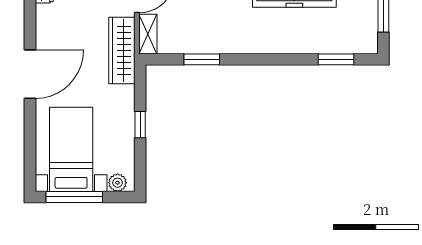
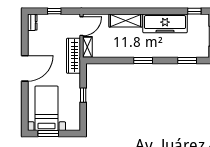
window: (202, 59) -> (143, 61), moved
plant: (118, 183) -> (71, 126), removed
window: (74, 197) -> (48, 133), width x0.69

